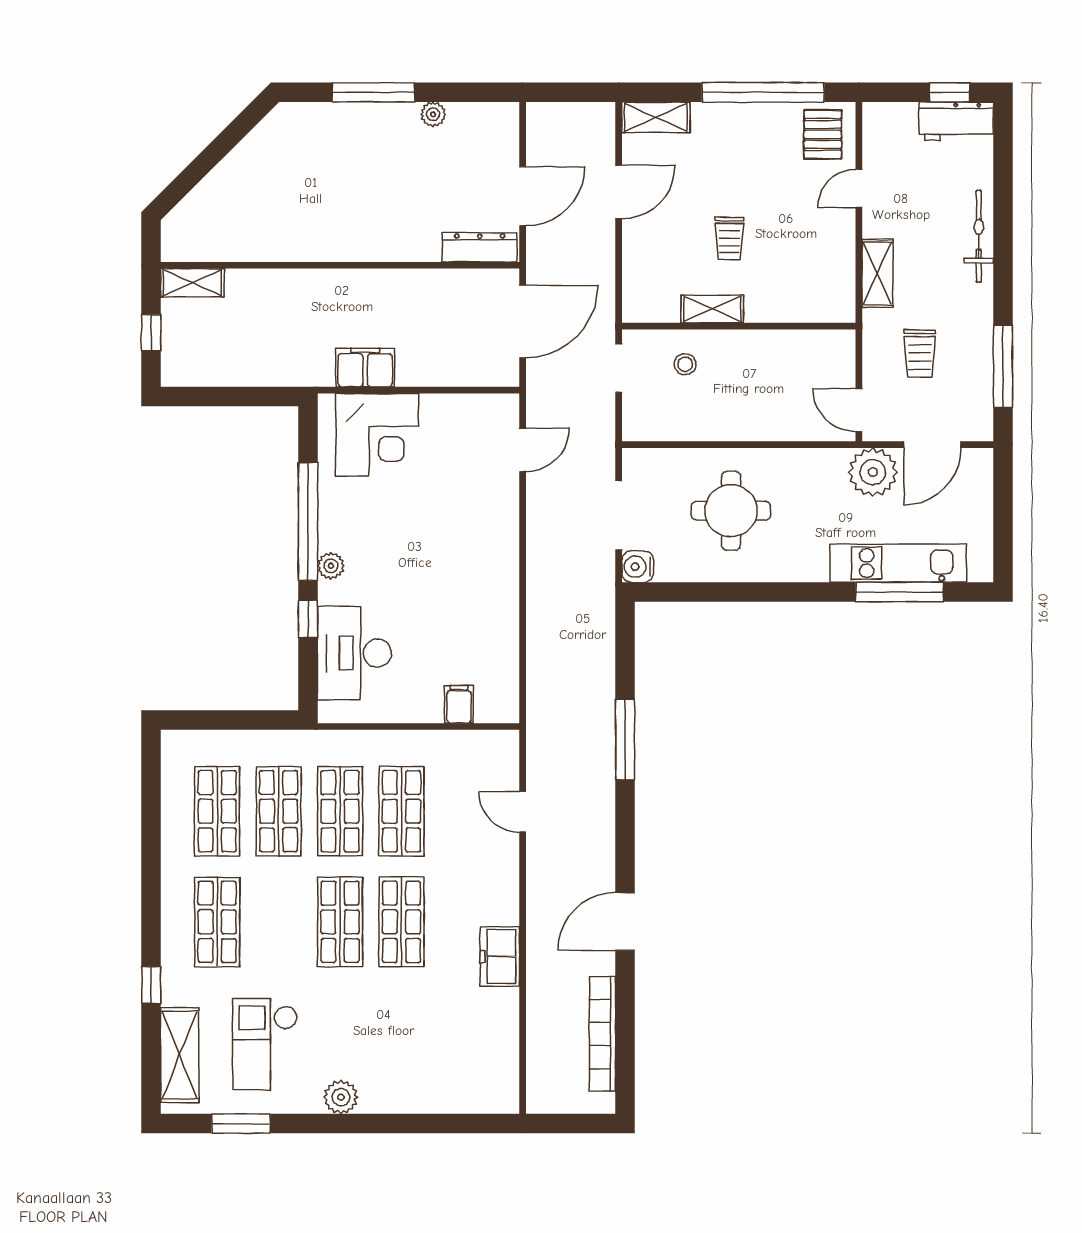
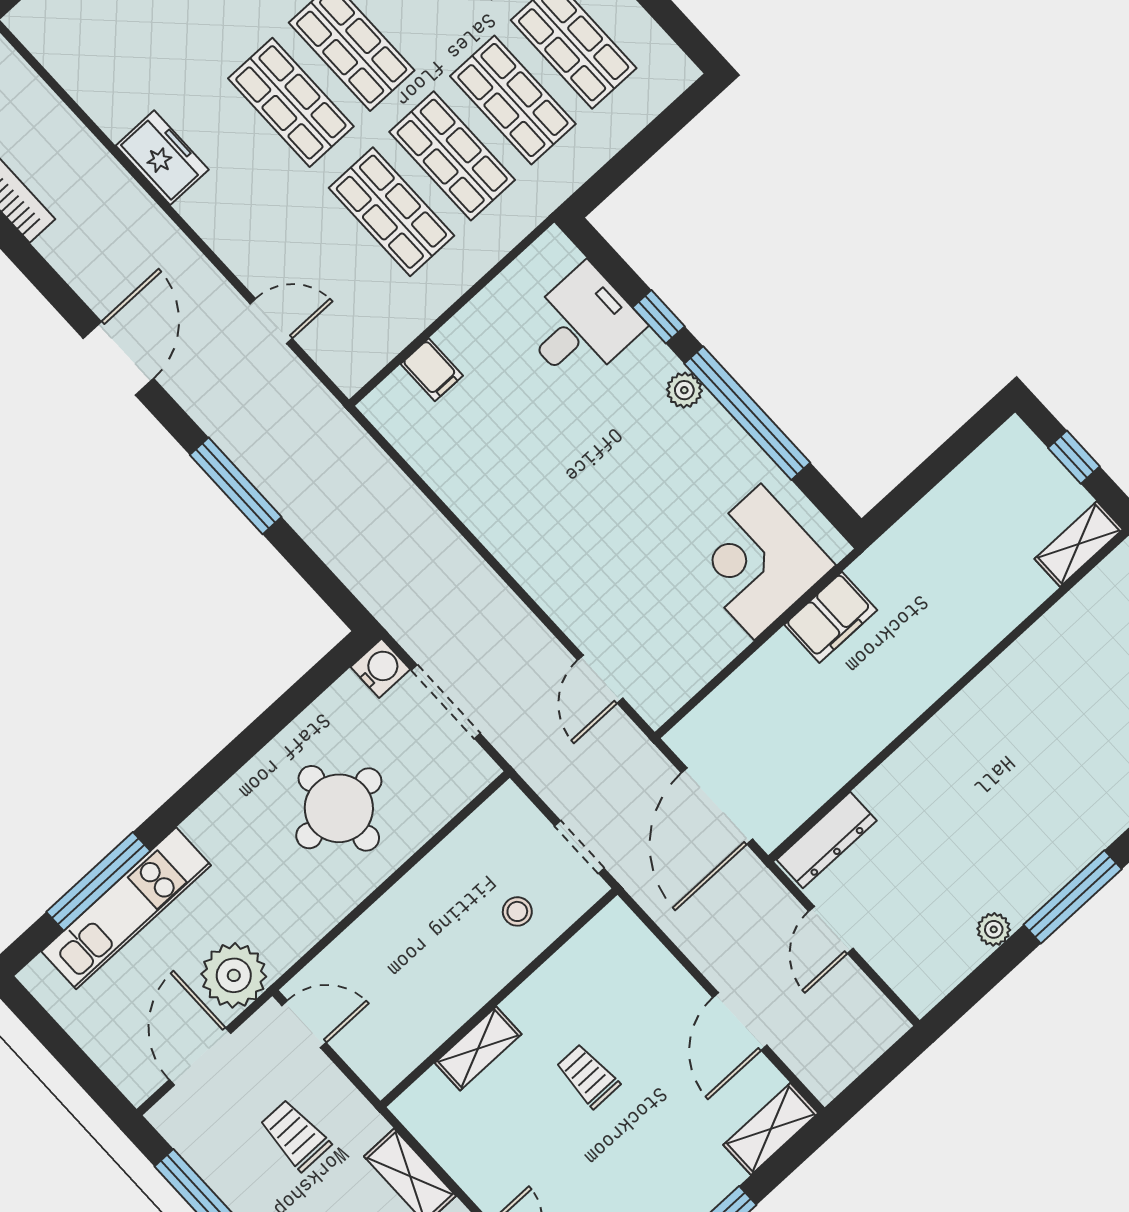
door: (523, 196) -> (831, 930), width x0.73
shelving: (712, 309) -> (478, 1048), moved
desk: (354, 653) -> (582, 325), width x0.73
door: (625, 922) -> (118, 358), moved

